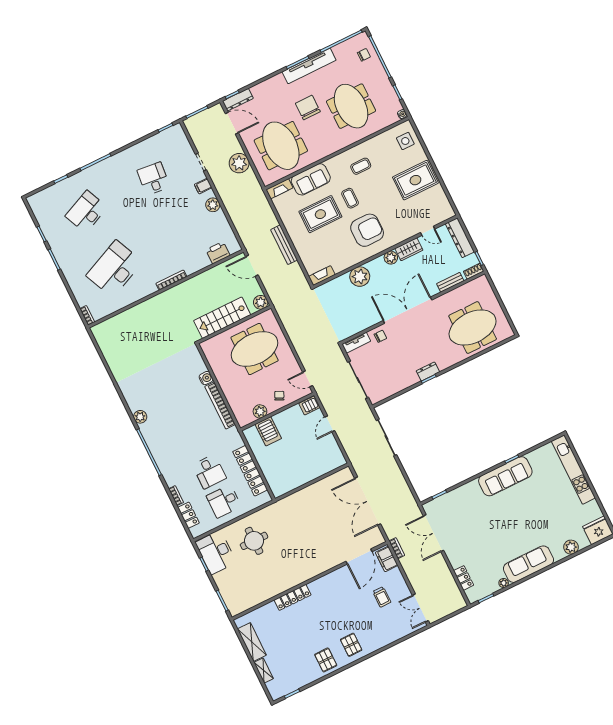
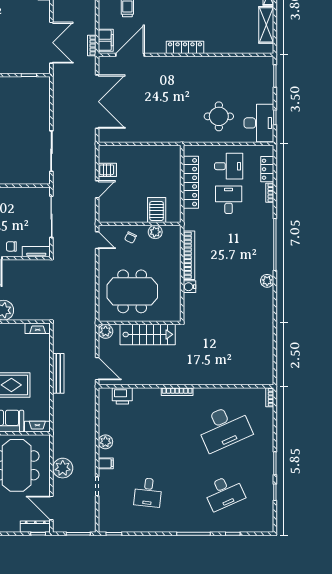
server rack: (309, 405) -> (107, 170), moved
locker: (293, 597) -> (185, 47), moved

